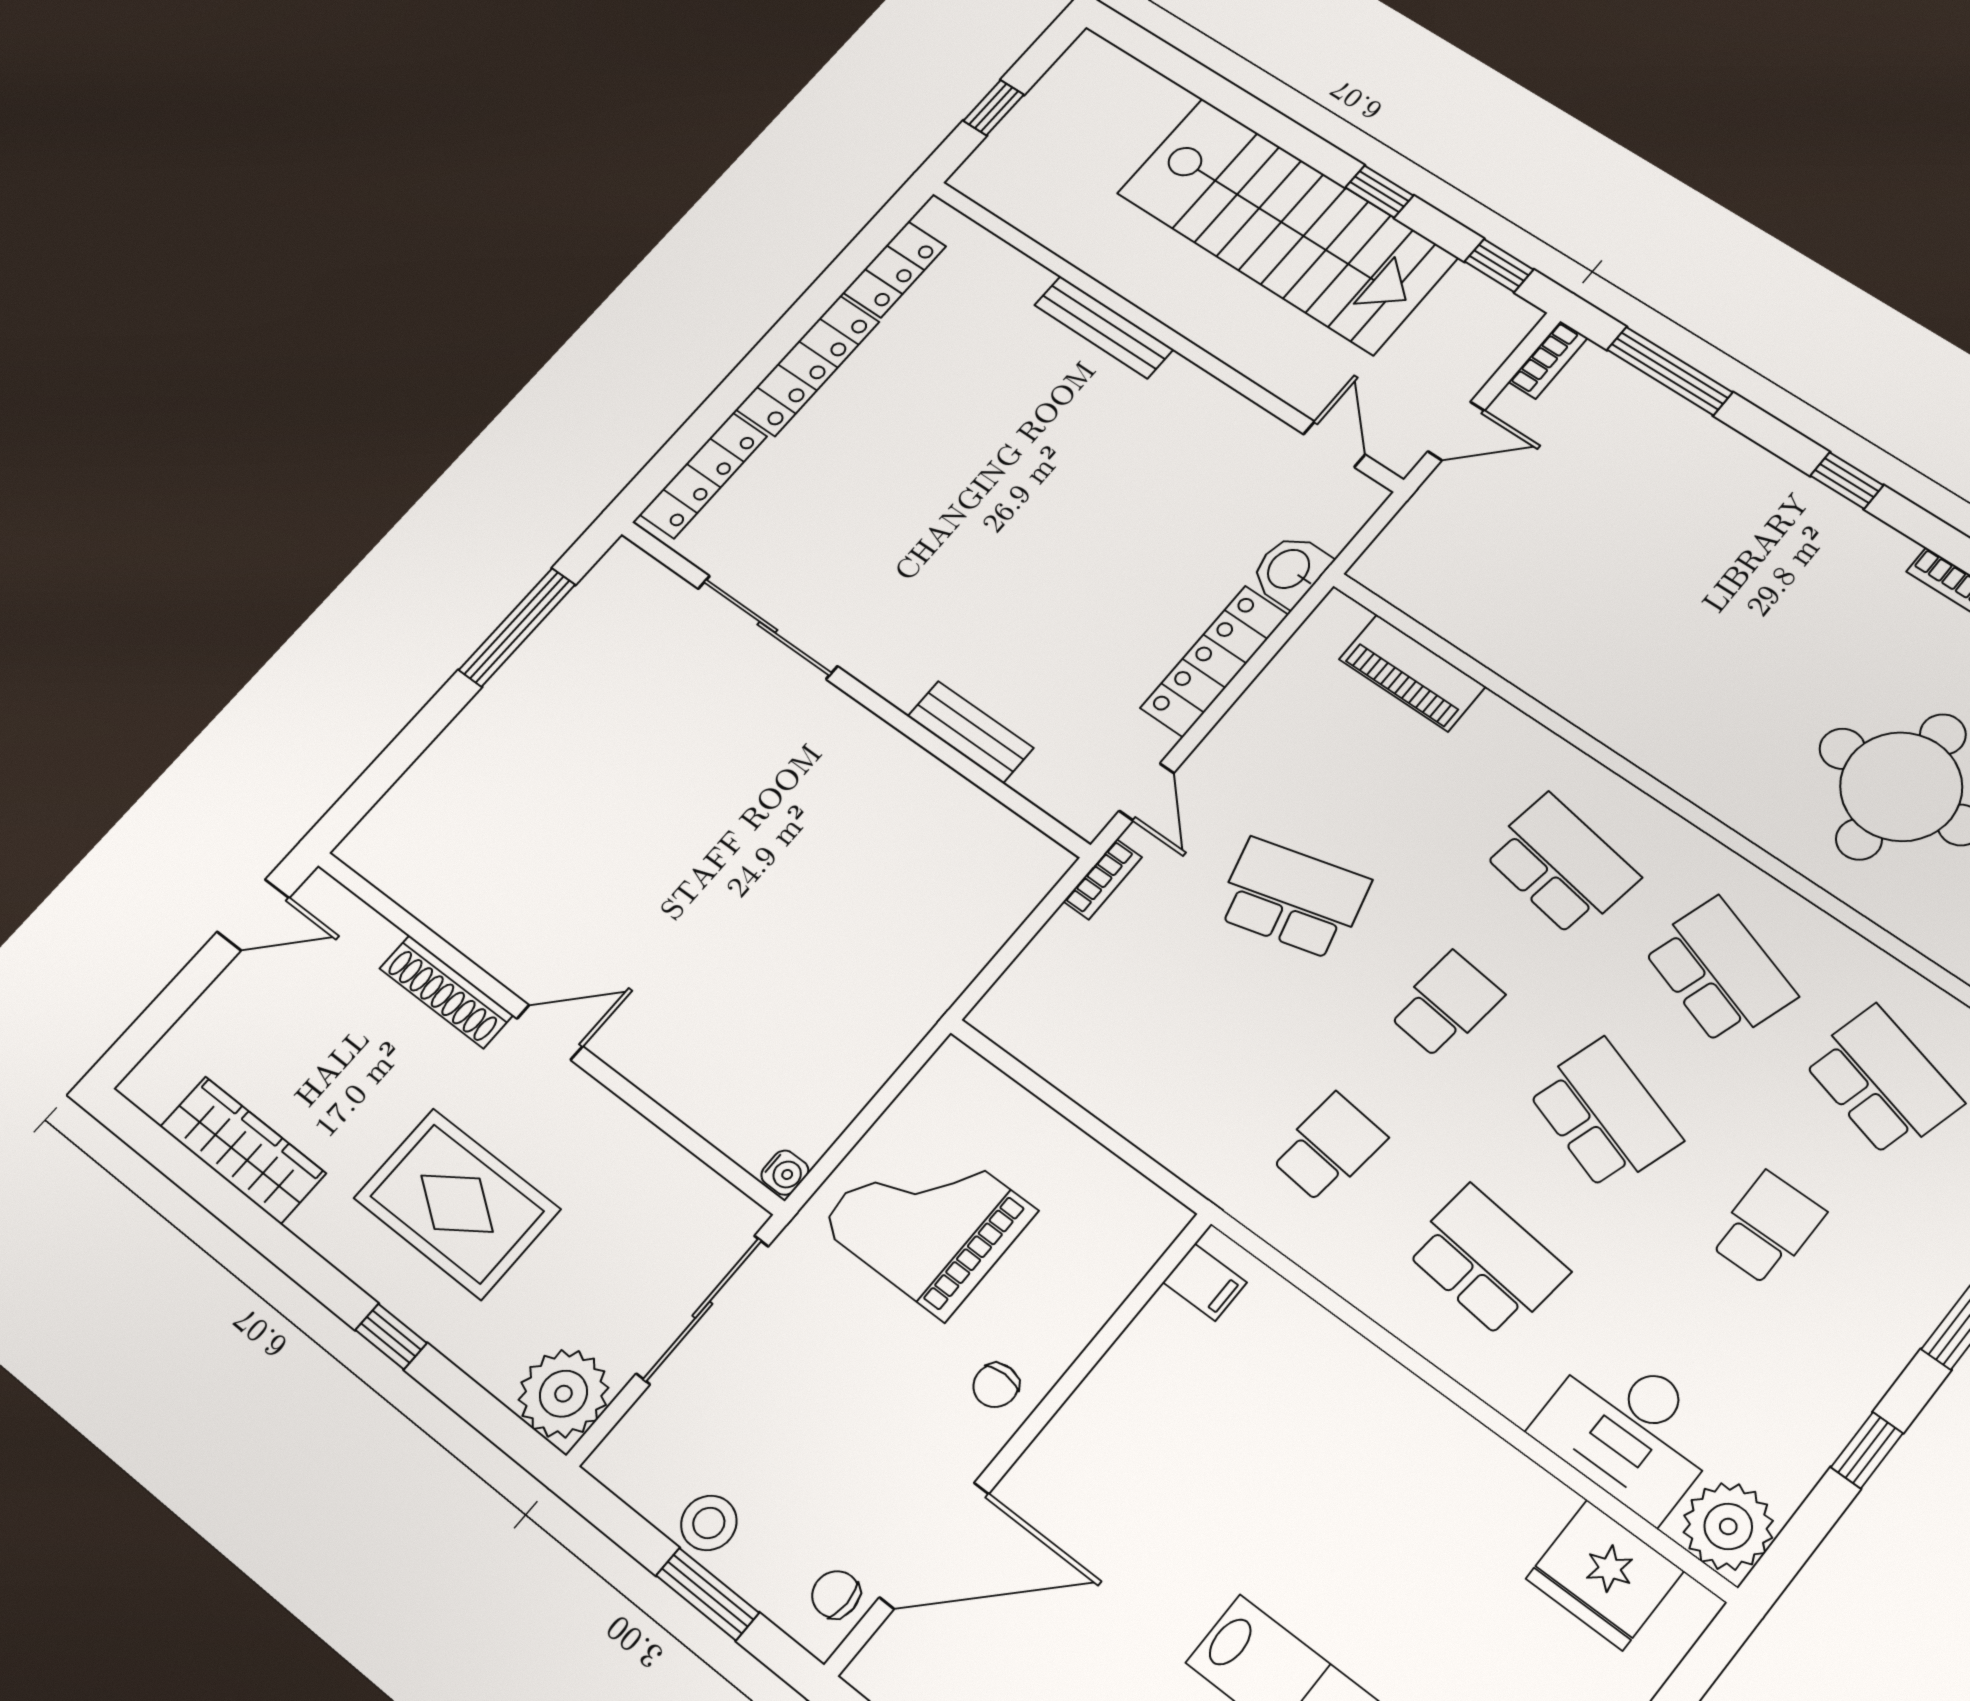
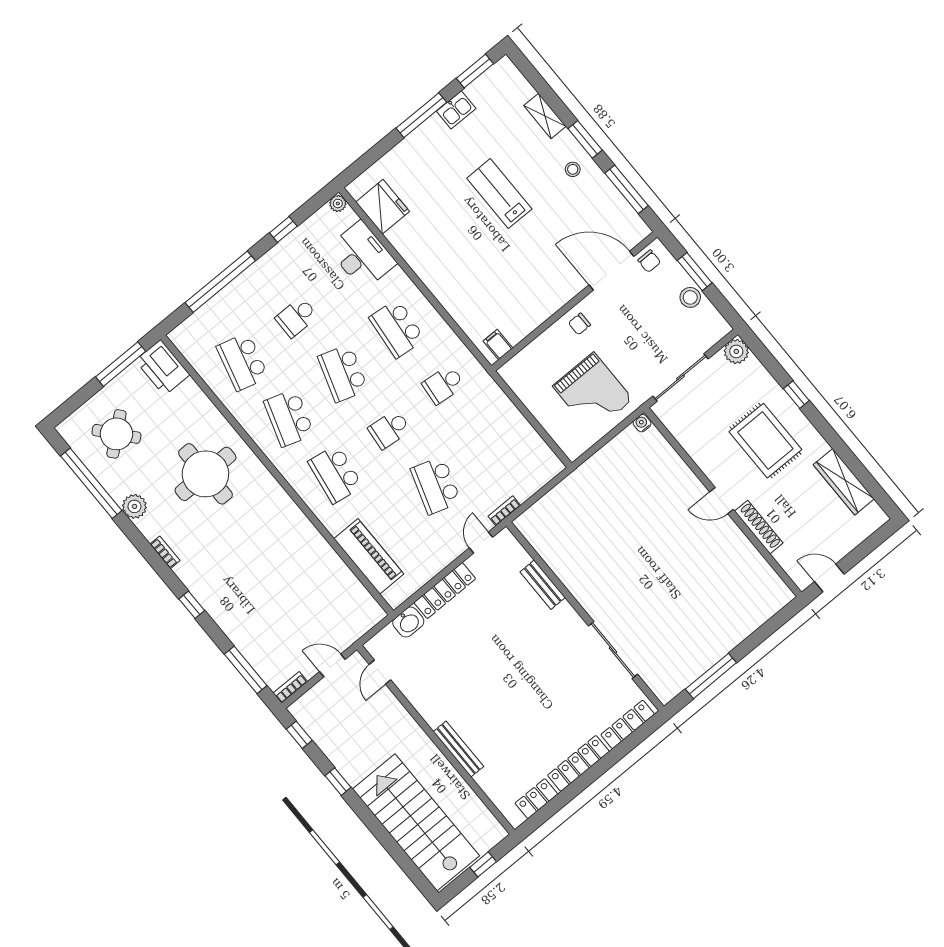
stairs: (1286, 225) -> (416, 822), moved
piano: (1412, 673) -> (369, 556), width x1.37, depth x1.33
school desk: (1293, 898) -> (436, 485), turned 33
chair: (996, 1385) -> (579, 324), turned 180
plant: (563, 1394) -> (736, 351), width x0.73, depth x0.73
plant: (1728, 1527) -> (338, 203), width x0.53, depth x0.53

